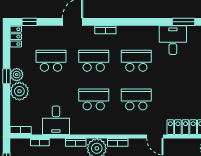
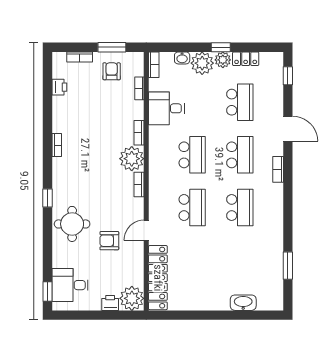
locker: (16, 37) -> (246, 59), moved
desk: (173, 40) -> (265, 252), removed
washbasin: (15, 108) -> (182, 58), added

